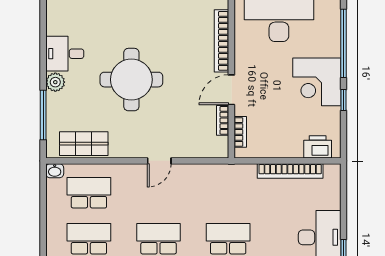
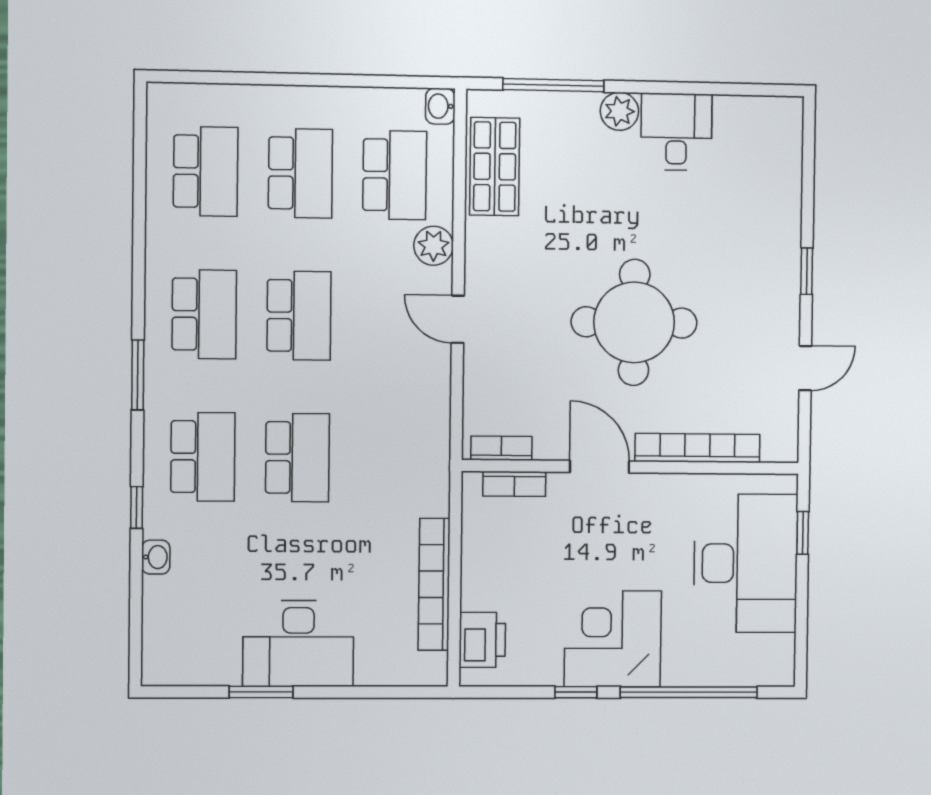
round table: (131, 80) -> (634, 322), moved
bookcase: (223, 120) -> (501, 448), moved
plant: (123, 173) -> (434, 246), added

